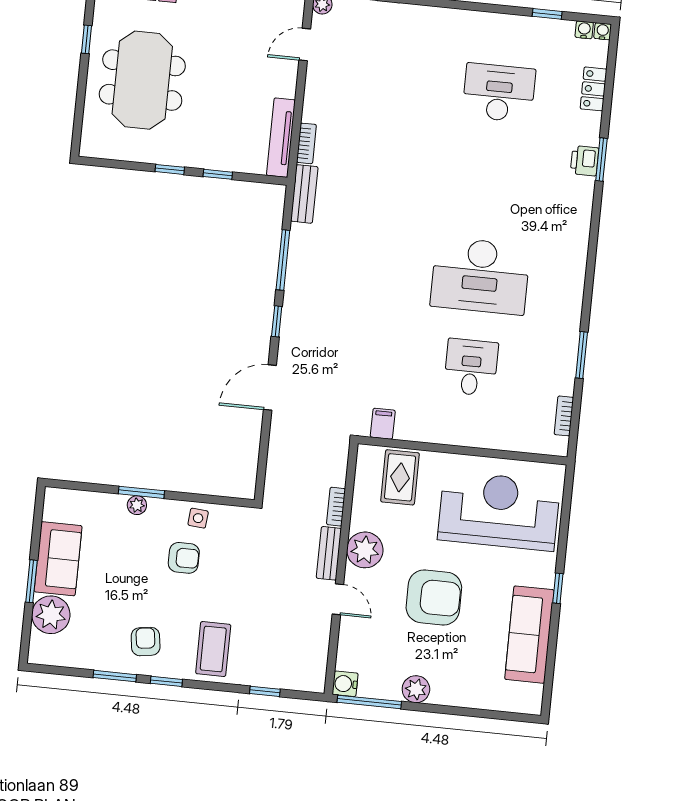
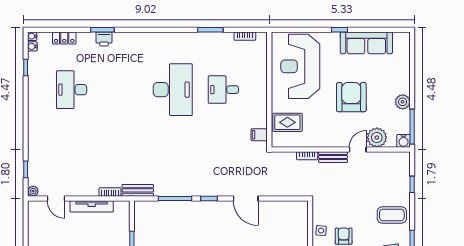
tv unit: (281, 138) -> (92, 206), moved
plant: (365, 550) -> (377, 138), moved

